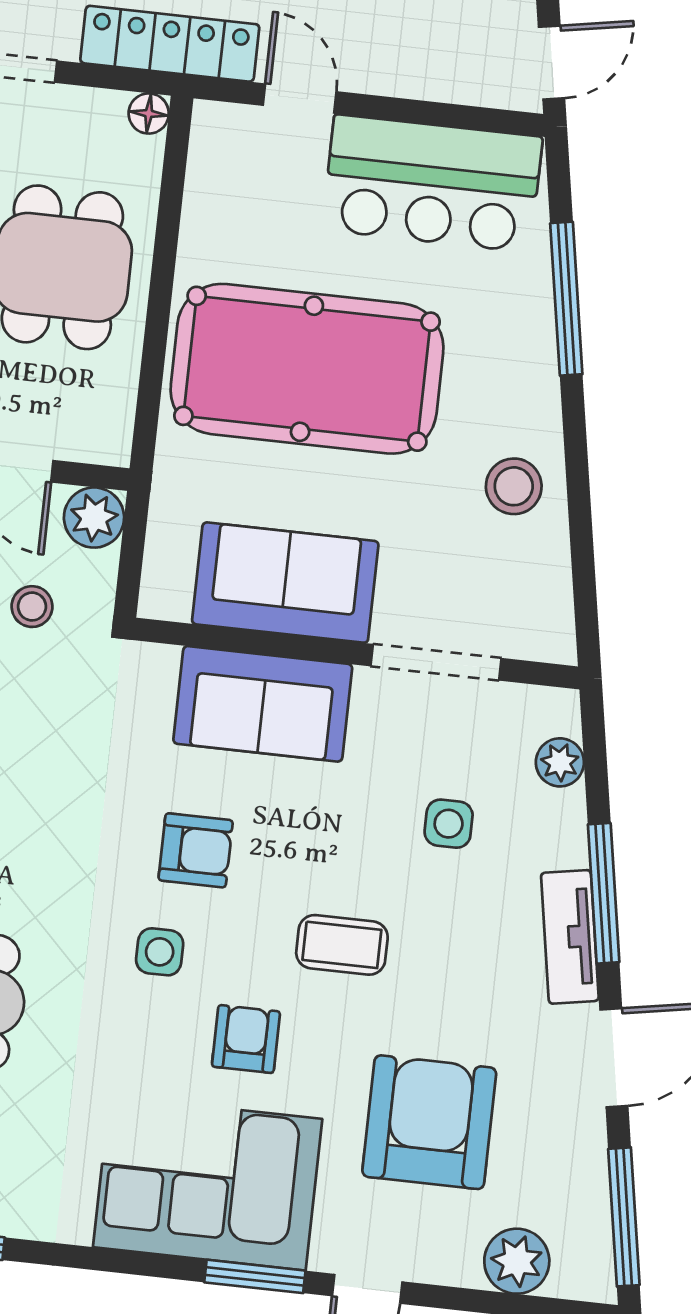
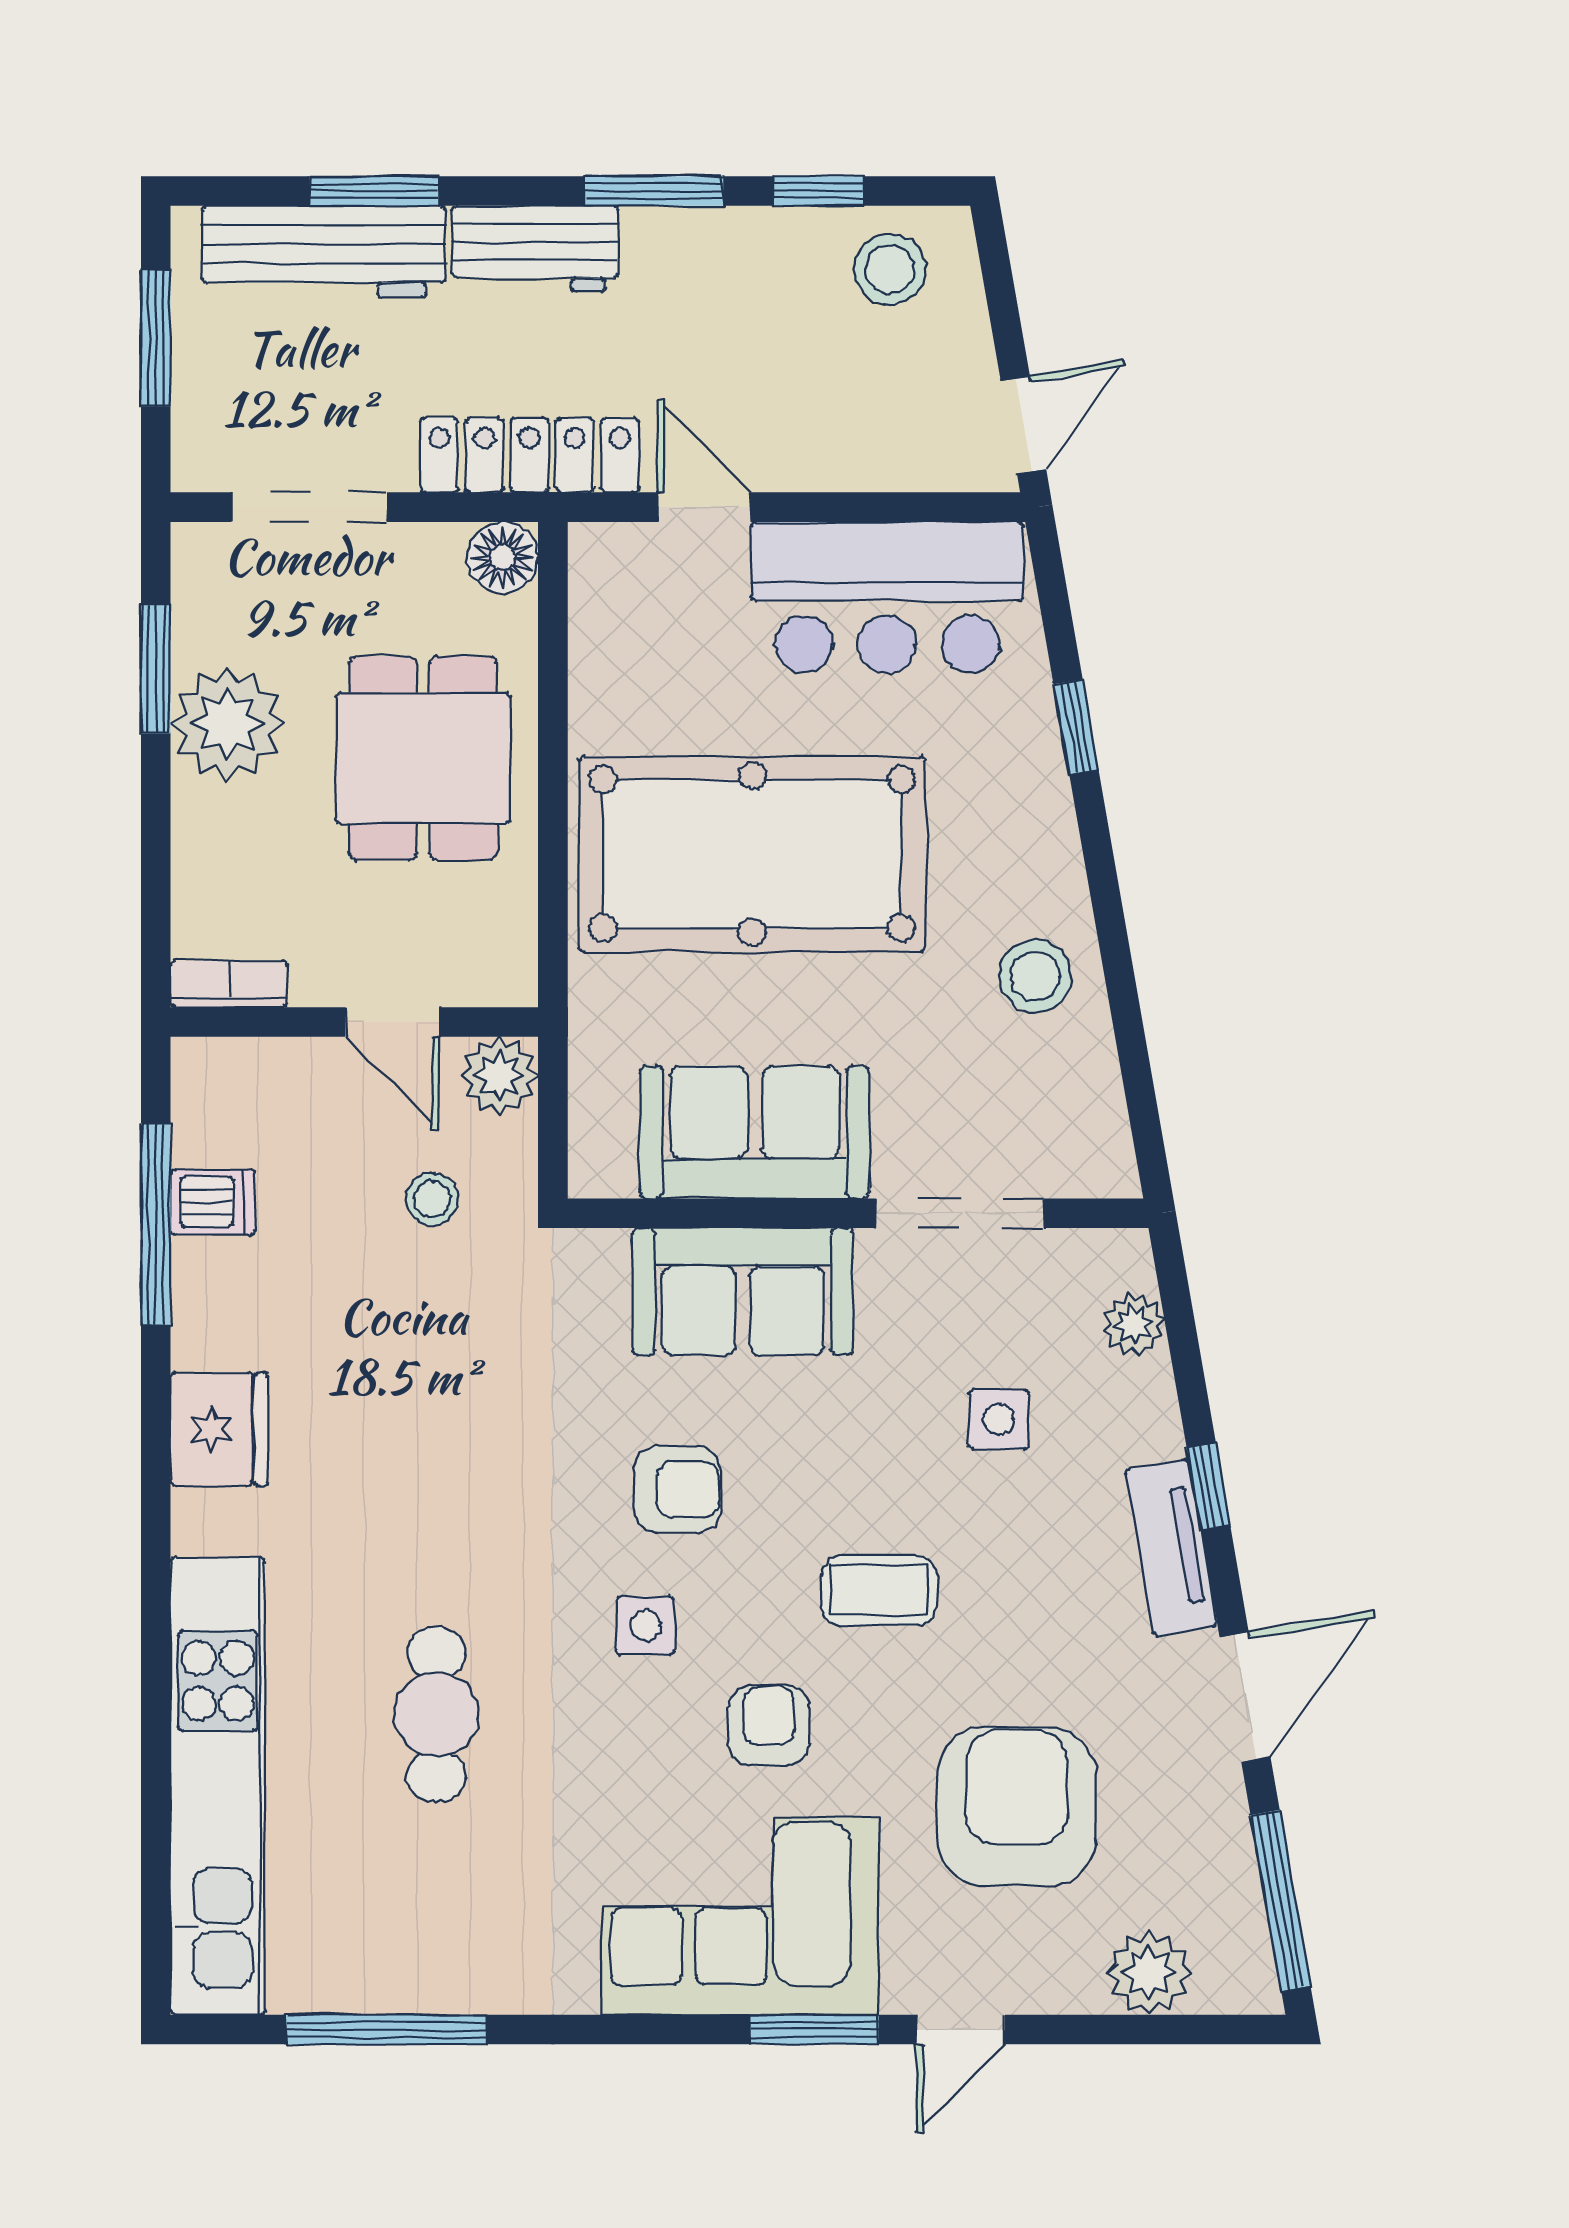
floor lamp: (149, 113) -> (503, 558), width x1.37, depth x1.37
window: (566, 299) -> (1076, 727), width x0.46
window: (604, 893) -> (1208, 1487), width x0.46

